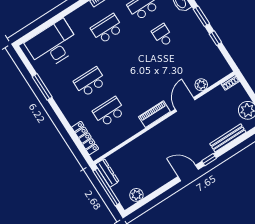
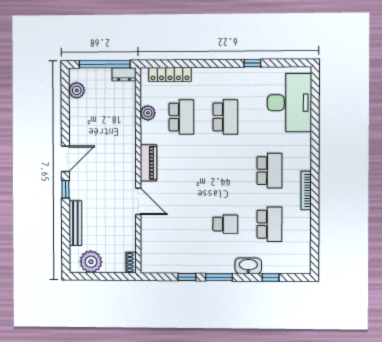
plant: (201, 85) -> (148, 113), moved
window: (42, 87) -> (252, 63), width x0.46
dresser: (107, 173) -> (124, 74), width x0.70

